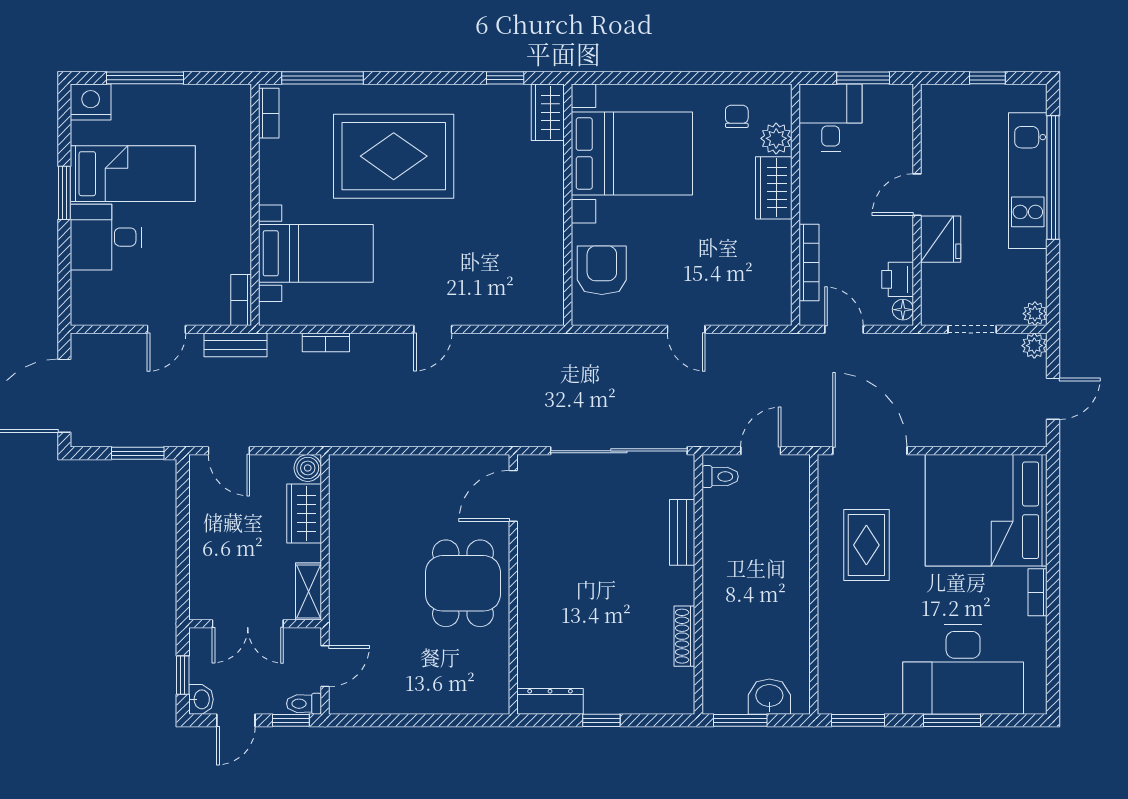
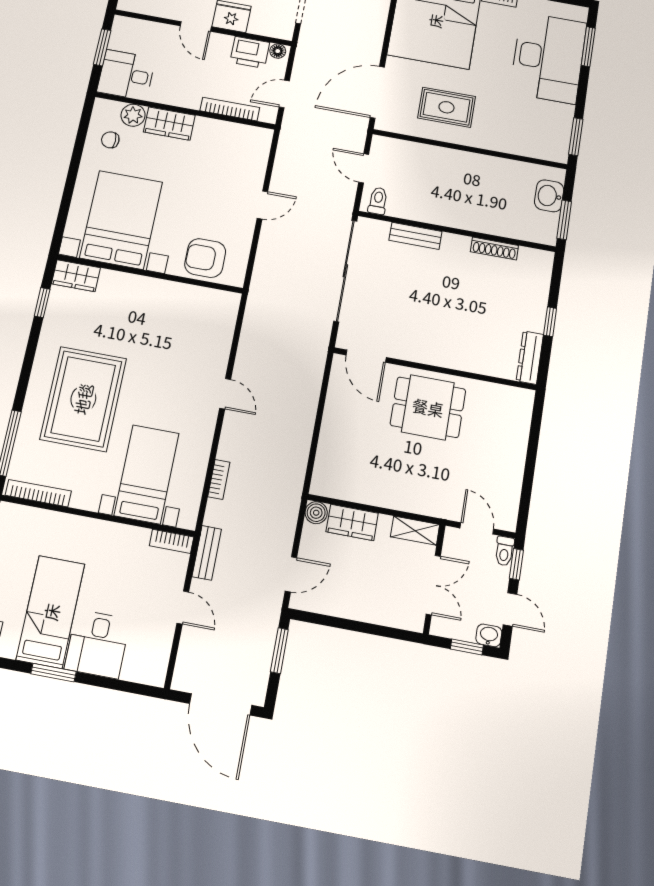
bookcase: (269, 113) -> (38, 493), width x1.56
printer: (898, 279) -> (250, 52), width x1.36, depth x1.24
window: (952, 720) -> (588, 47), moved

